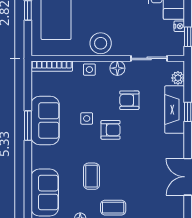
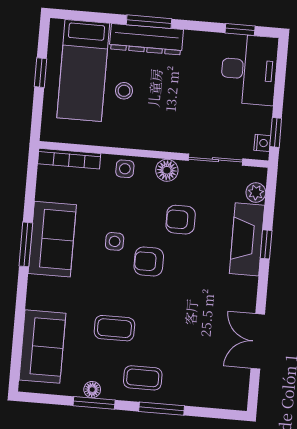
nightstand: (179, 26) -> (262, 143), moved
stool: (101, 43) -> (124, 91), moved, width x0.53, depth x0.53
armchair: (111, 130) -> (149, 261), turned 180
coffee table: (92, 176) -> (114, 328), turned 90

